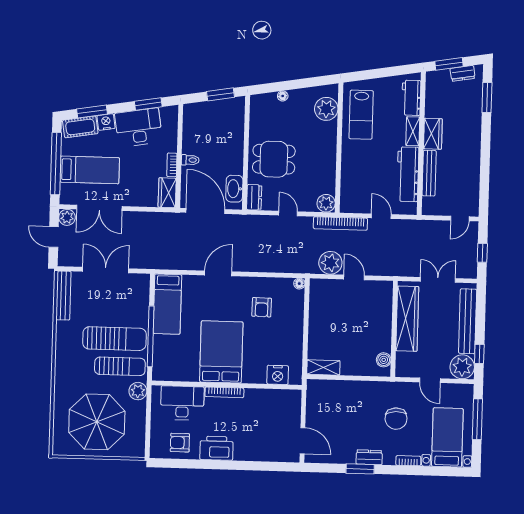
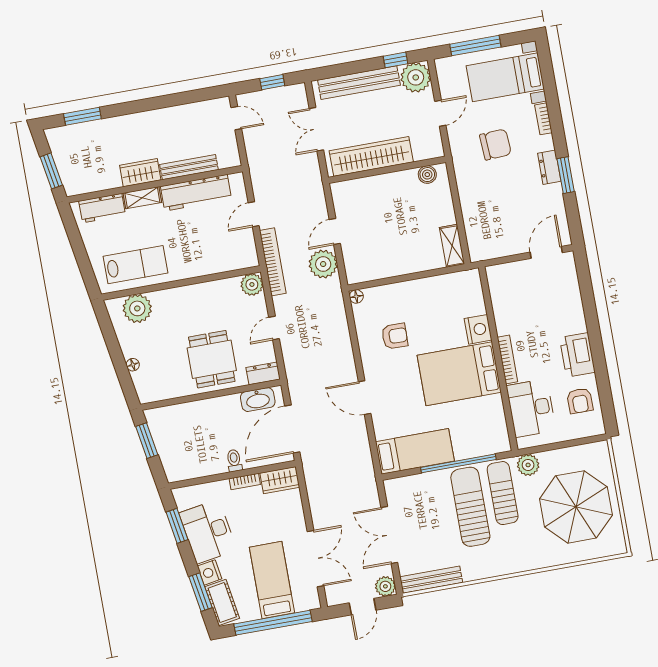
dresser: (463, 73) -> (59, 152), removed
plant: (67, 217) -> (385, 586), moved
nightstand: (278, 375) -> (478, 329), moved

